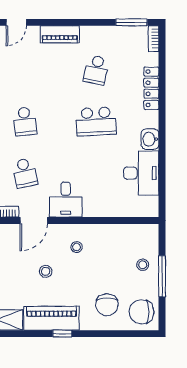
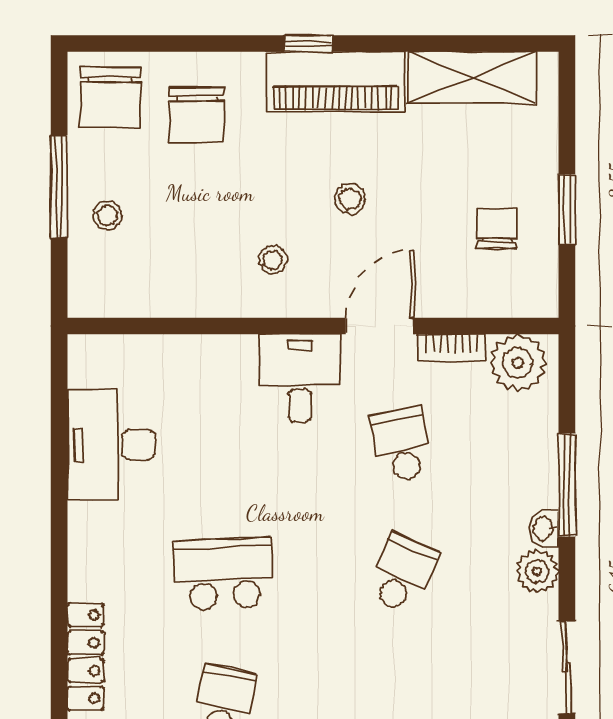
school desk: (25, 121) -> (402, 574), turned 30
washbasin: (150, 139) -> (89, 529), removed
chair: (107, 305) -> (197, 115), turned 180
chair: (142, 312) -> (110, 98), turned 90

